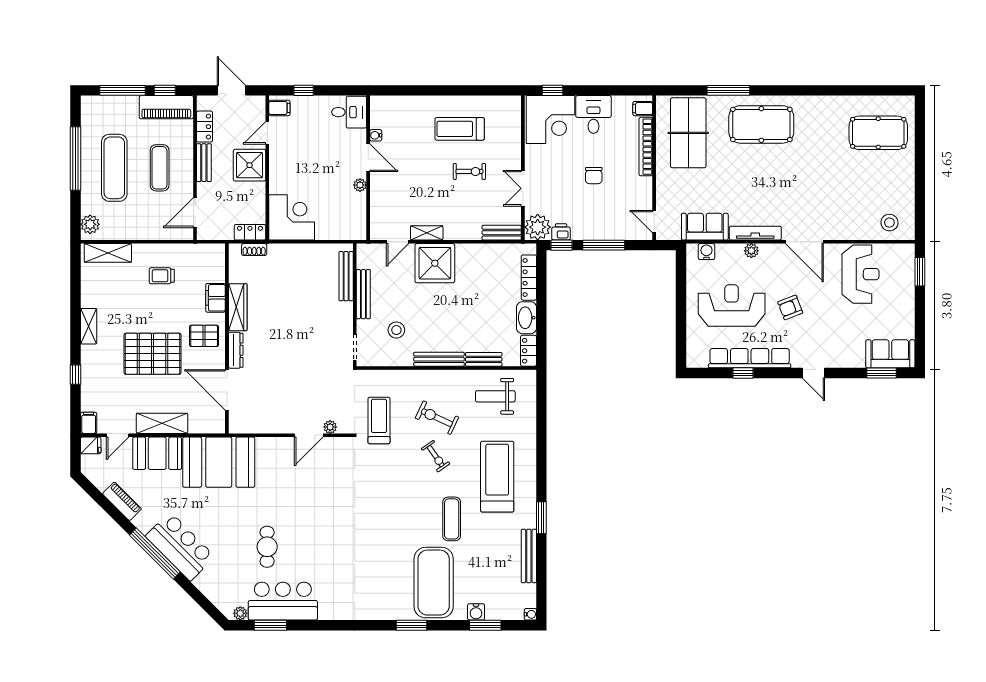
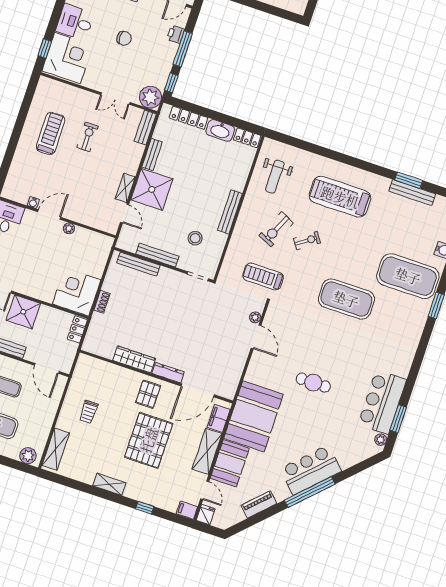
treadmill: (460, 129) -> (51, 133), turned 180
printer: (561, 232) -> (176, 34), moved
shoe rack: (254, 250) -> (102, 302), moved
filing cabinet: (216, 298) -> (219, 418), moved, turned 90
bench: (484, 359) -> (152, 154), moved
window: (541, 518) -> (409, 180), moved
exercise mat: (452, 519) -> (346, 299), moved, width x2.00, depth x1.45
cafe table: (267, 547) -> (313, 383), moved

